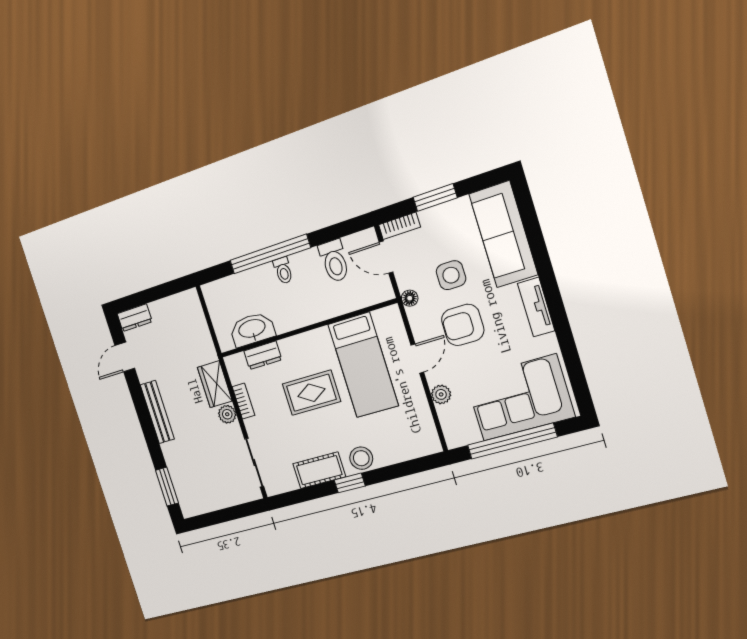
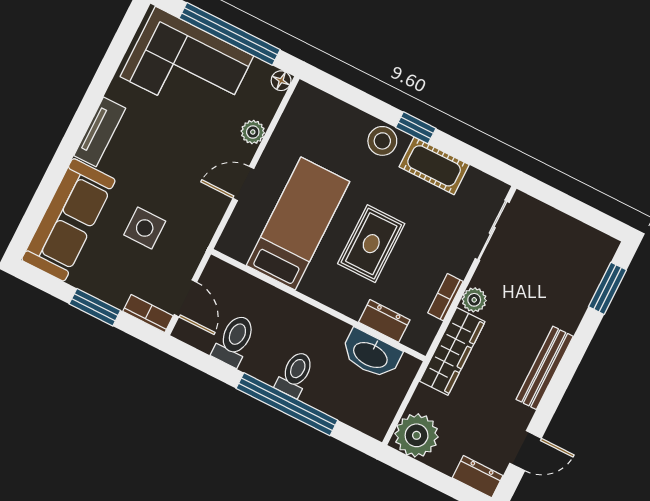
toilet: (283, 270) -> (295, 374), width x1.37, depth x1.39
floor lamp: (410, 298) -> (281, 81), moved
plant: (186, 308) -> (417, 435), added
armchair: (463, 325) -> (176, 175), removed
wardrobe: (215, 384) -> (452, 351), width x1.50
rug: (311, 393) -> (371, 244), turned 90

